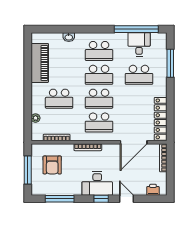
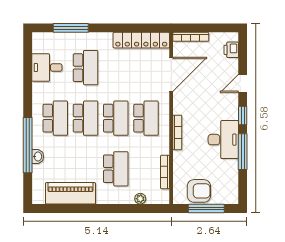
window: (136, 29) -> (28, 145), moved
door: (134, 142) -> (171, 74), hinge flipped
armchair: (52, 165) -> (199, 191), moved
desk: (97, 184) -> (223, 140), moved
window: (60, 199) -> (243, 152), moved

